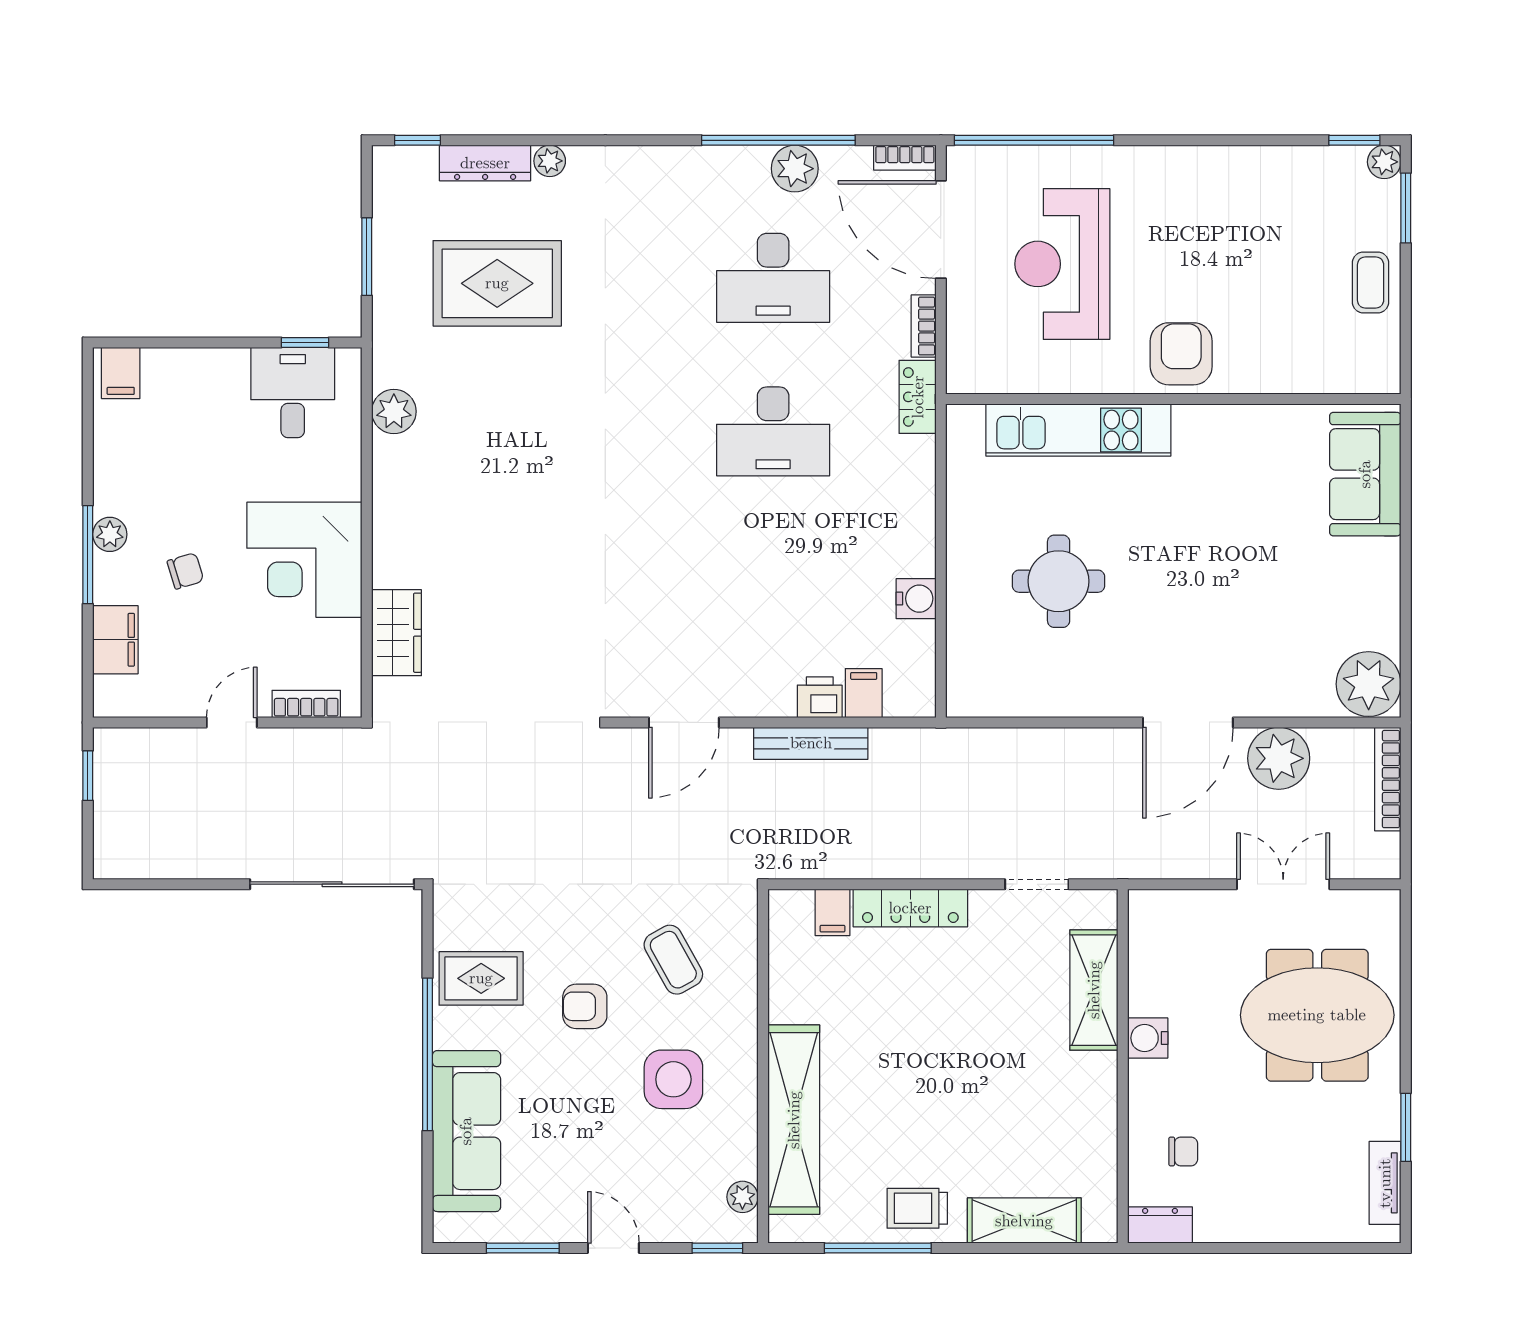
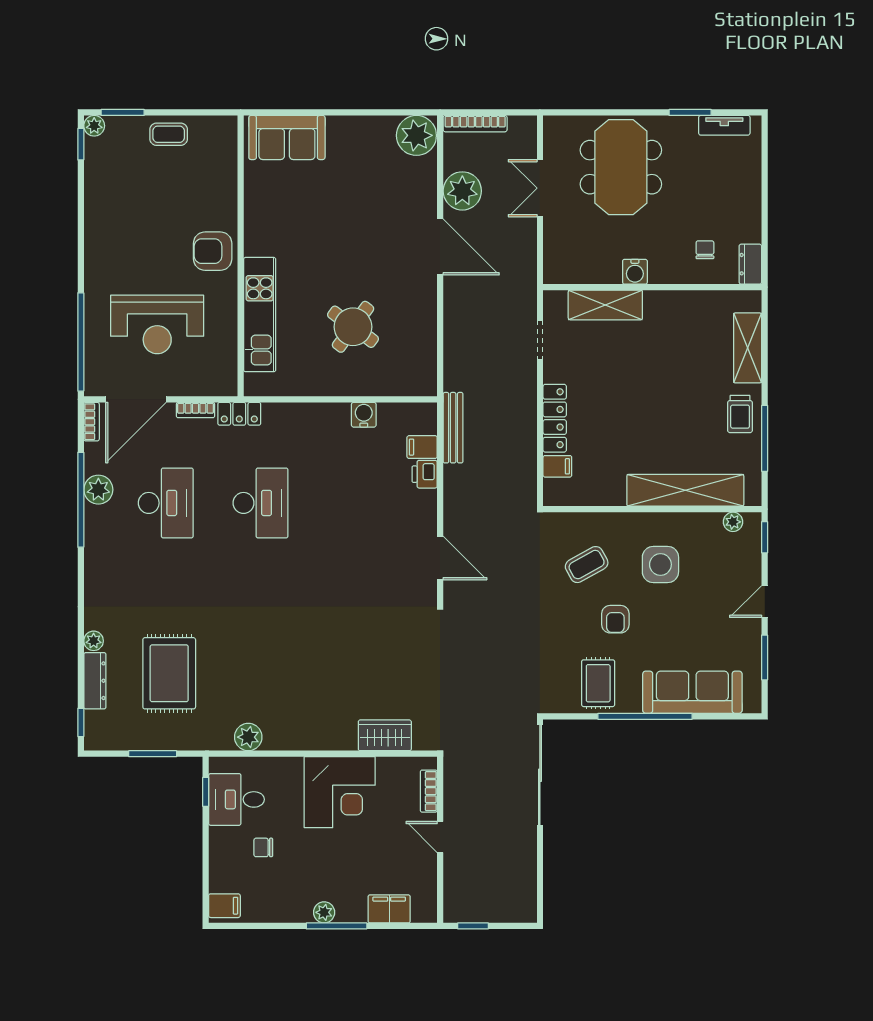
chair: (185, 571) -> (263, 847), moved, turned -73
round table: (1059, 581) -> (353, 327), turned 36
bench: (811, 743) -> (453, 428), moved

